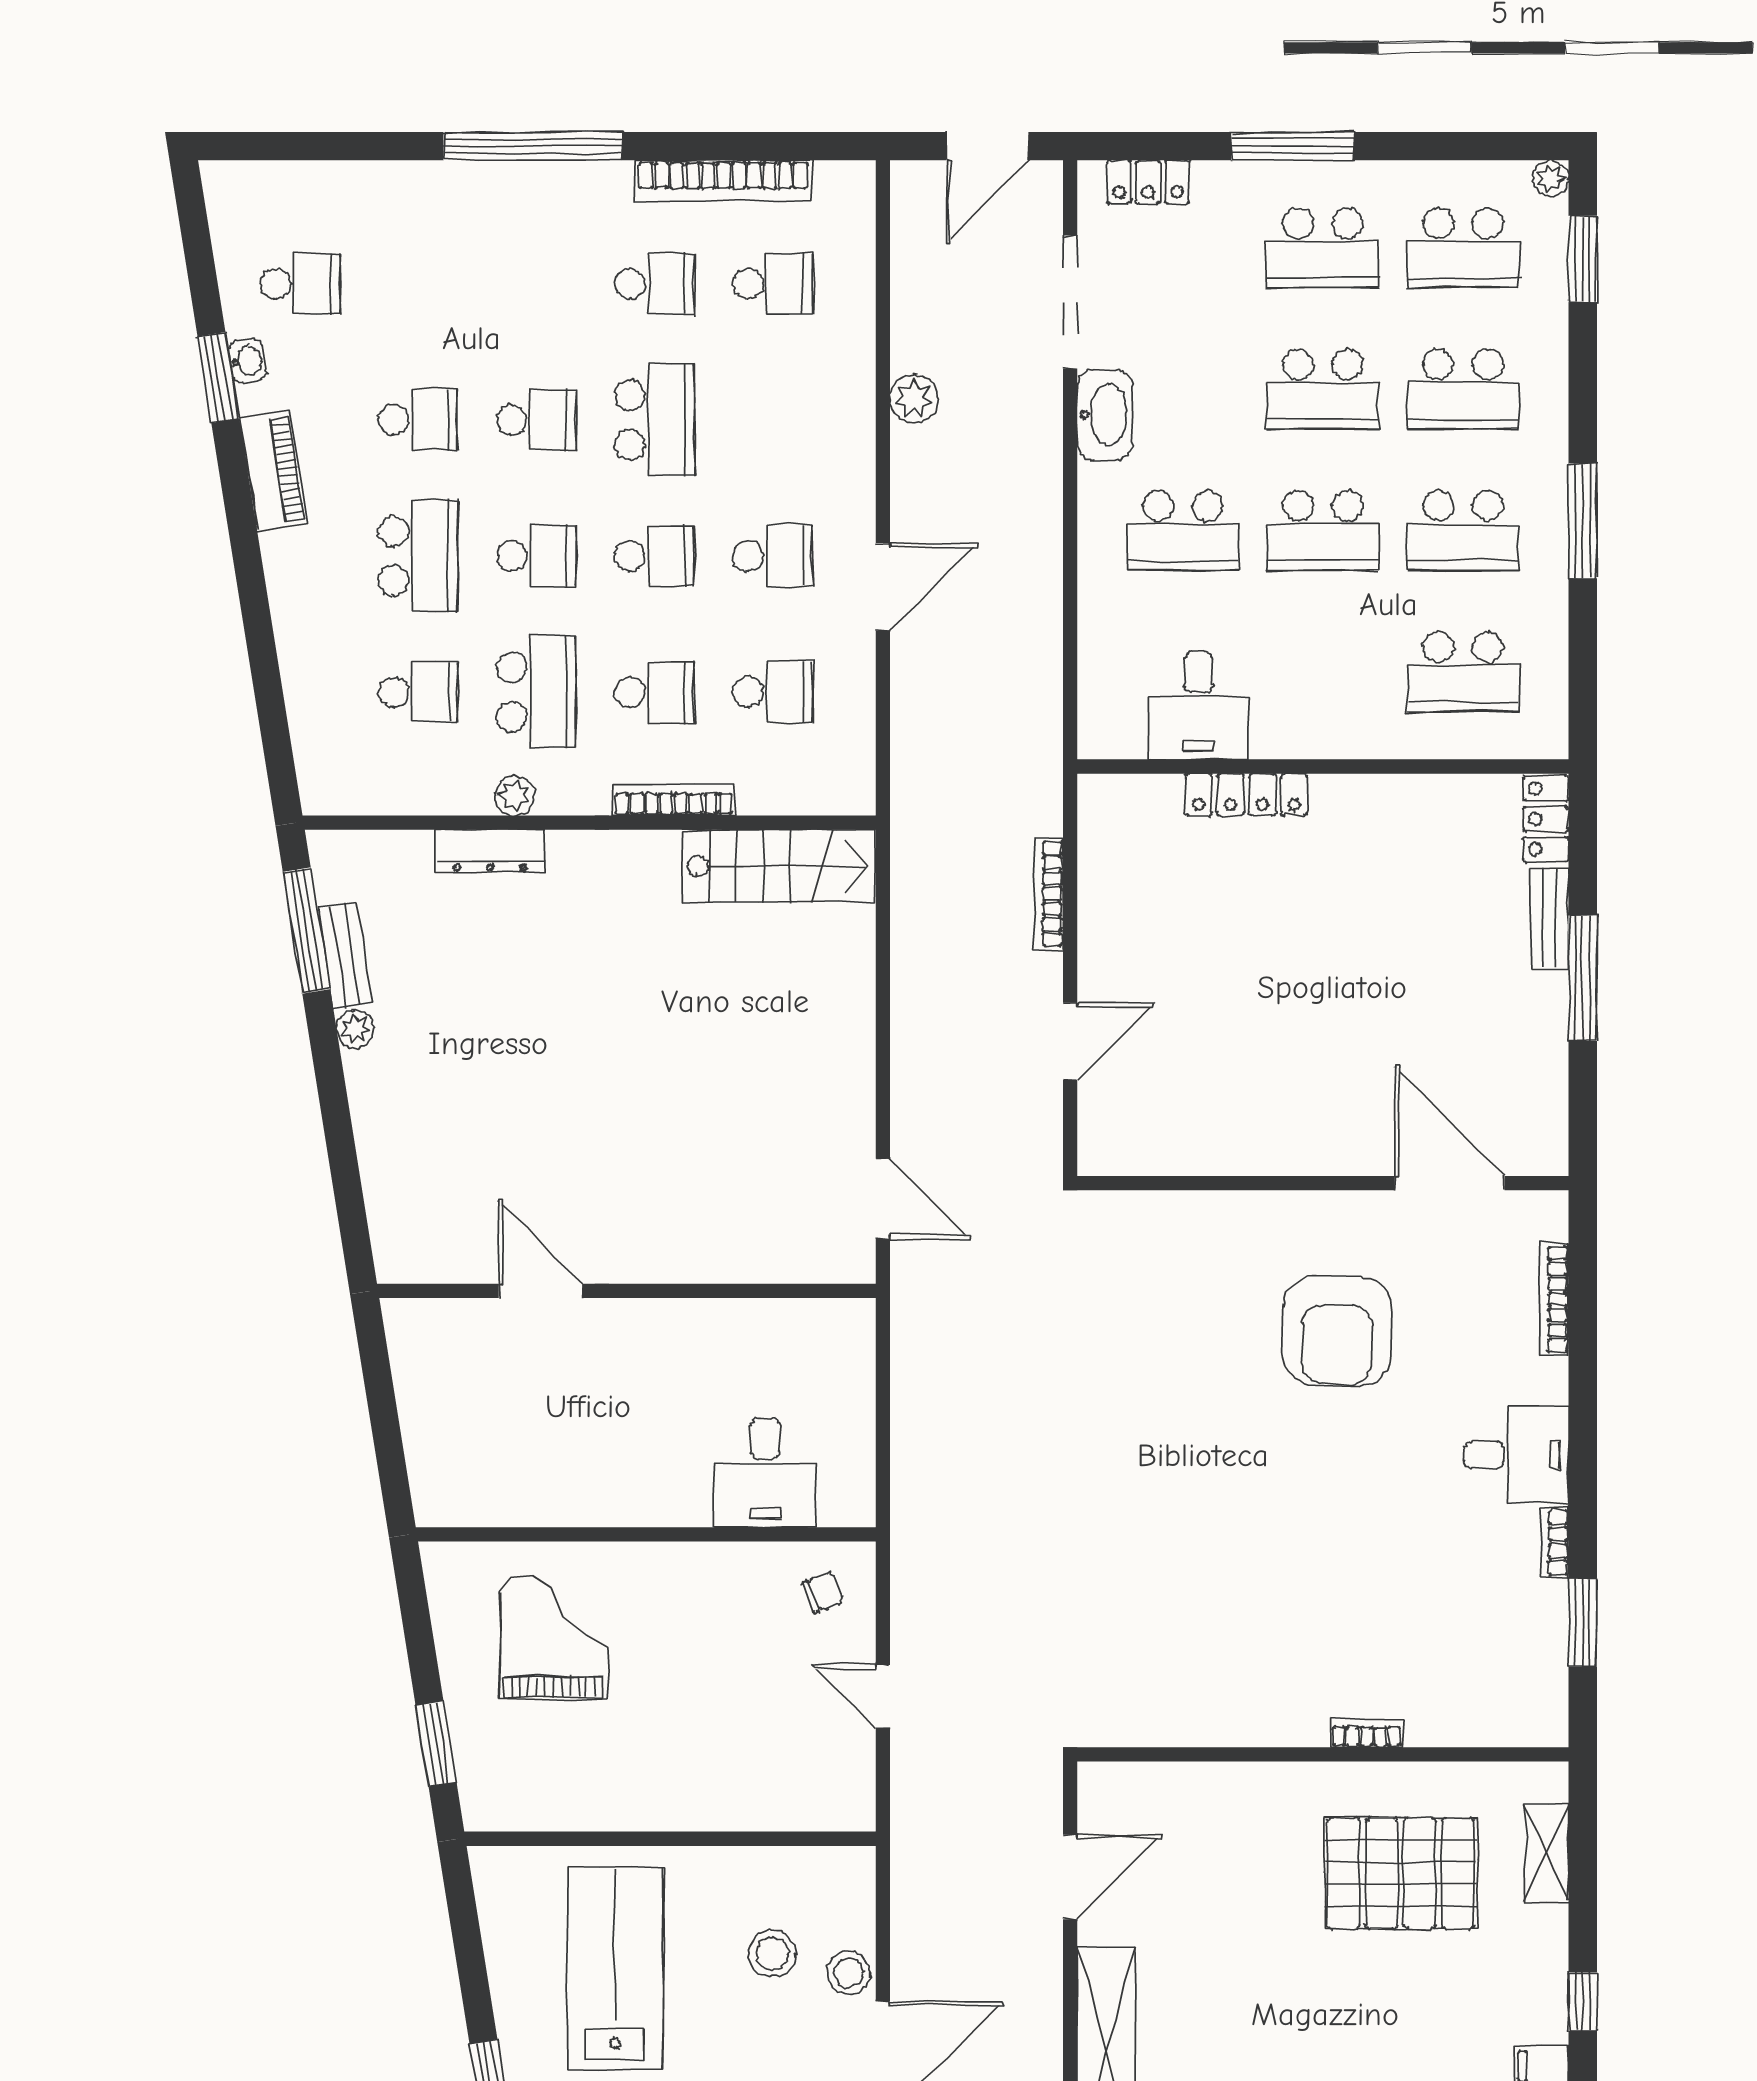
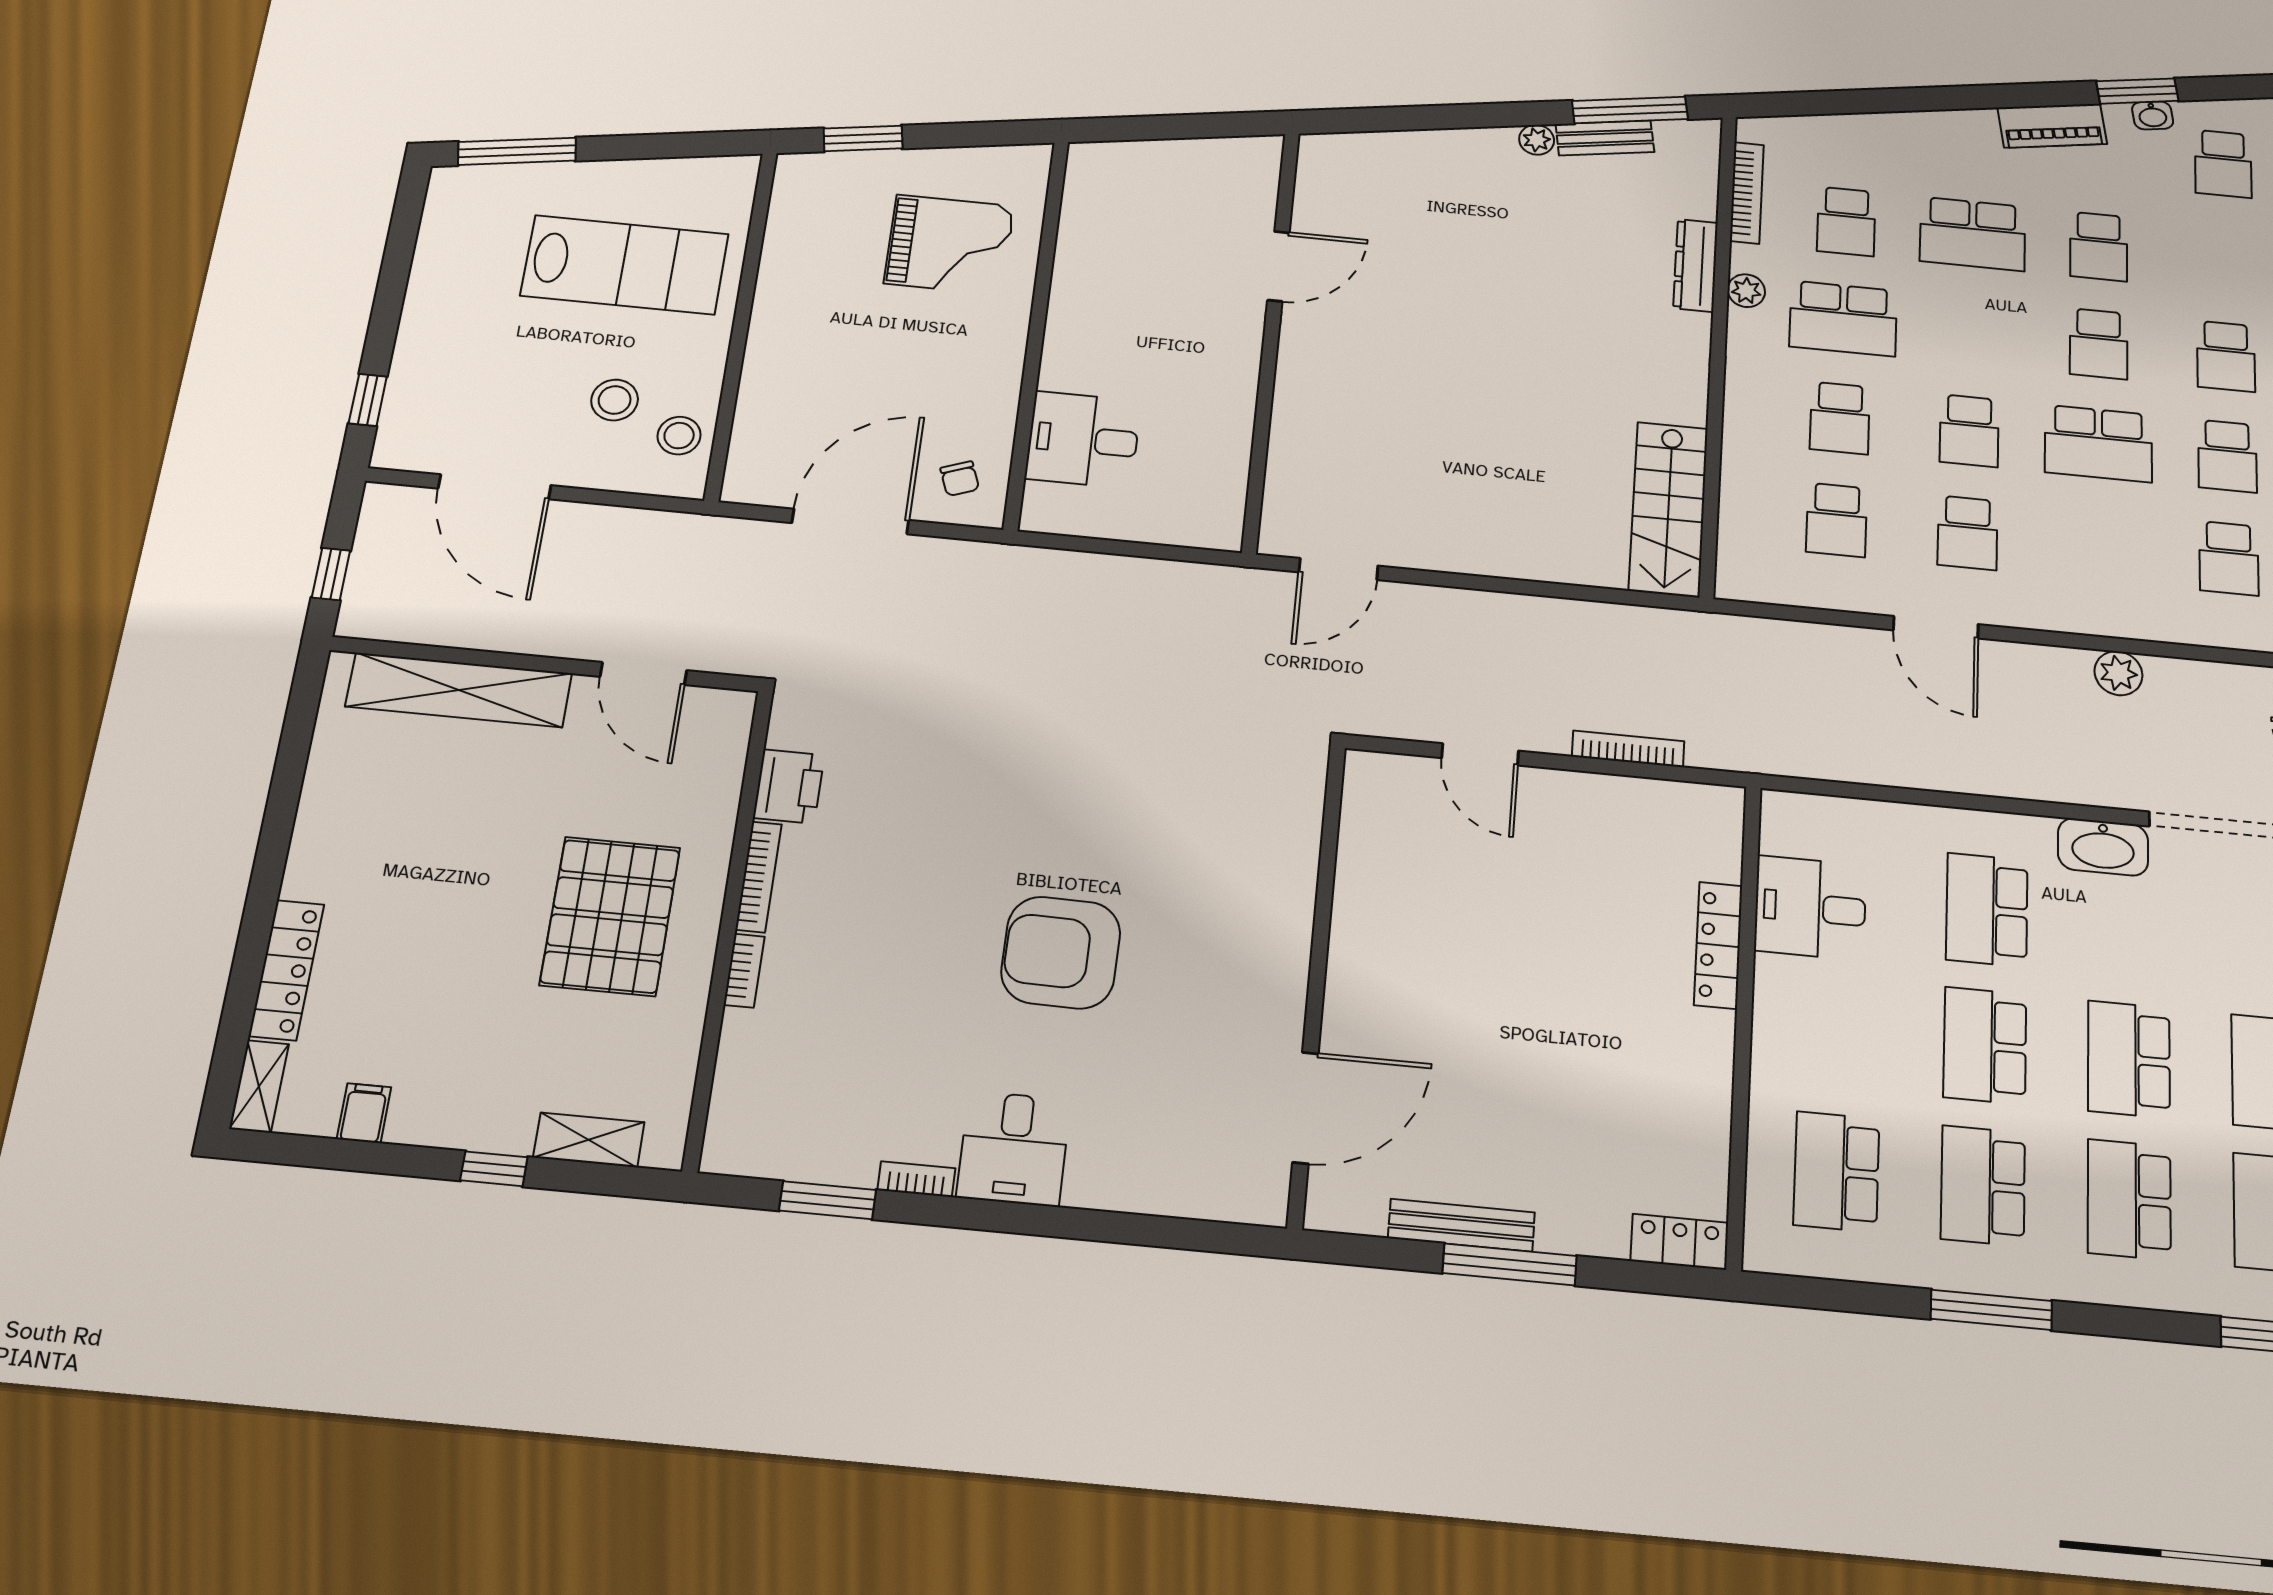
school desk: (536, 556) -> (2226, 356), moved
bookcase: (674, 800) -> (1747, 193), moved
bench: (1550, 918) -> (1461, 1225), moved, width x1.36
bookcase: (1554, 1299) -> (759, 877), moved, turned 90
armchair: (1337, 1331) -> (1061, 952), moved
door: (883, 1696) -> (850, 521), width x1.88
printer: (1174, 1717) -> (789, 786), added
pallet: (1401, 1873) -> (610, 916), moved
stool: (849, 1973) -> (679, 436), moved
window: (1583, 2002) -> (494, 1169), moved

